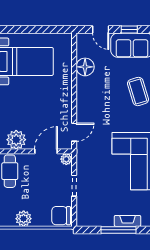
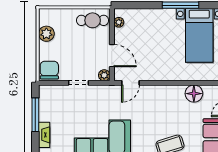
door: (74, 132) -> (130, 83), hinge flipped
plant: (16, 140) -> (119, 22), width x0.53, depth x0.53
window: (118, 230) -> (35, 115), moved

